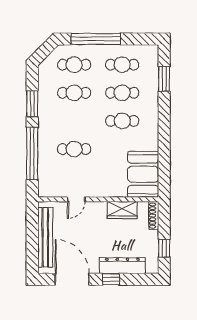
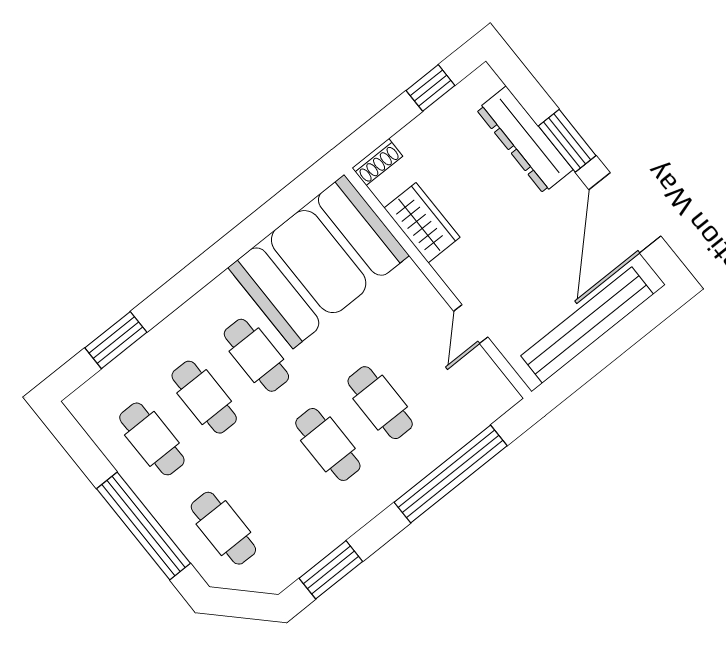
cafe table: (74, 93) -> (328, 444), moved
window: (32, 104) -> (331, 570), moved
booth: (143, 174) -> (319, 262), width x1.36, depth x1.42
door: (76, 199) -> (471, 324), swing flipped
shoe rack: (154, 216) -> (377, 162), width x0.70
window: (111, 279) -> (567, 141), width x1.50

